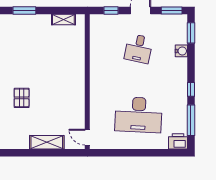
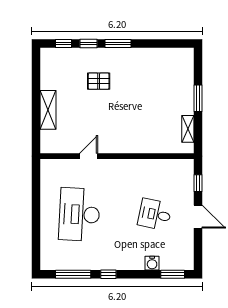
window: (24, 11) -> (198, 98), moved
window: (172, 11) -> (198, 252), removed
door: (87, 137) -> (89, 156), moved
printer: (178, 141) -> (49, 259), removed

